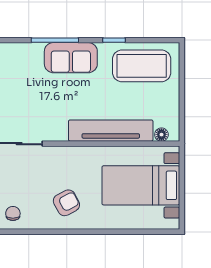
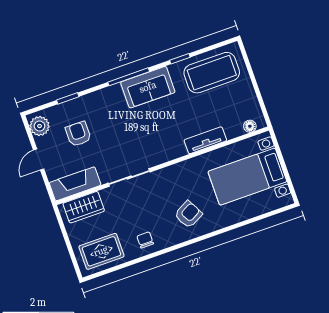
tv unit: (111, 131) -> (205, 140), width x0.52, depth x0.78

